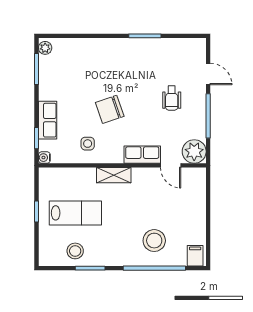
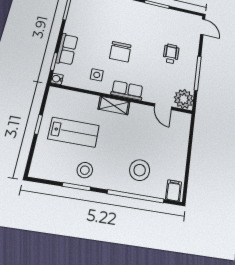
door: (208, 74) -> (203, 27), moved
wheelchair: (172, 98) -> (171, 54), turned 180
chair: (110, 109) -> (120, 52), turned -71
row of seats: (142, 155) -> (127, 90), moved
stool: (75, 251) -> (85, 170), moved

